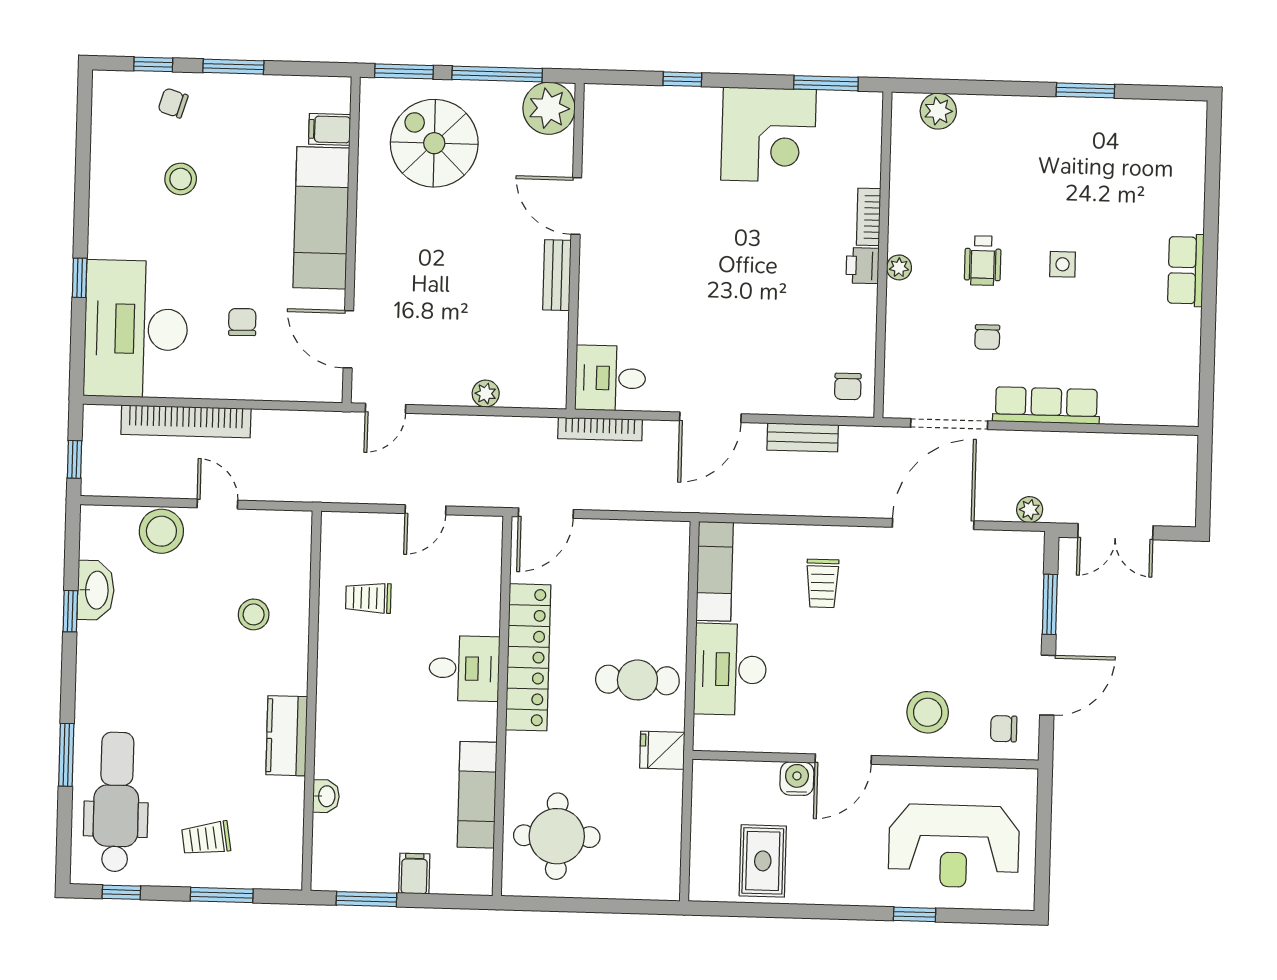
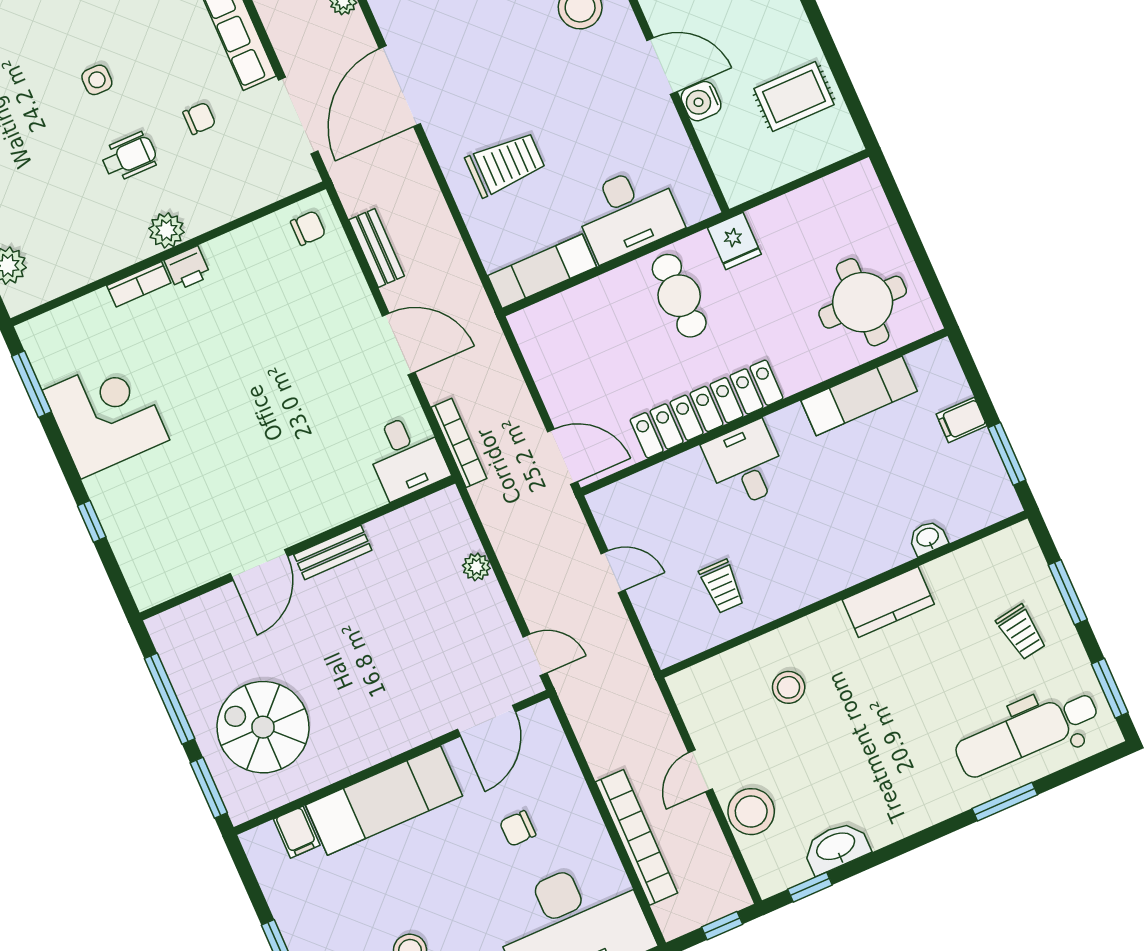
plant: (549, 108) -> (179, 634), removed
spiral stairs: (434, 143) -> (263, 727), turned 90
plant: (899, 267) -> (166, 230), width x1.38, depth x1.38
door: (933, 524) -> (400, 86), hinge flipped
trolley: (822, 583) -> (505, 164), width x1.36, depth x1.39
window: (70, 611) -> (810, 887), moved
window: (121, 892) -> (1110, 688), width x1.50

